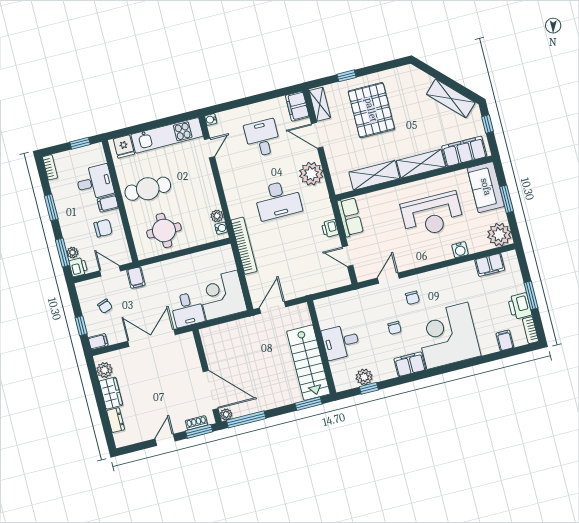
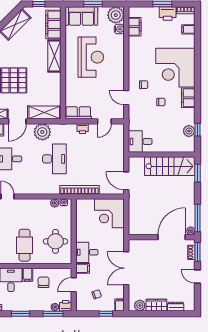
shelving: (374, 175) -> (44, 113), moved, turned 90
water cooler: (460, 250) -> (119, 29), moved
desk: (187, 309) -> (87, 252), moved, turned 180
desk: (341, 342) -> (140, 142), moved, turned 90

